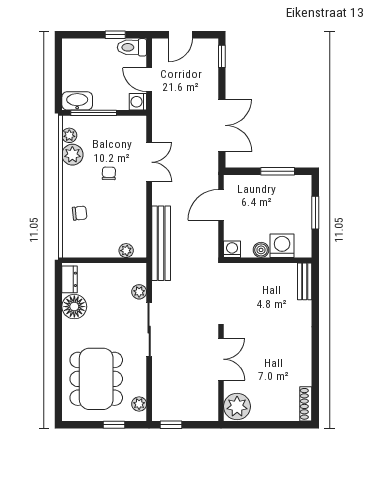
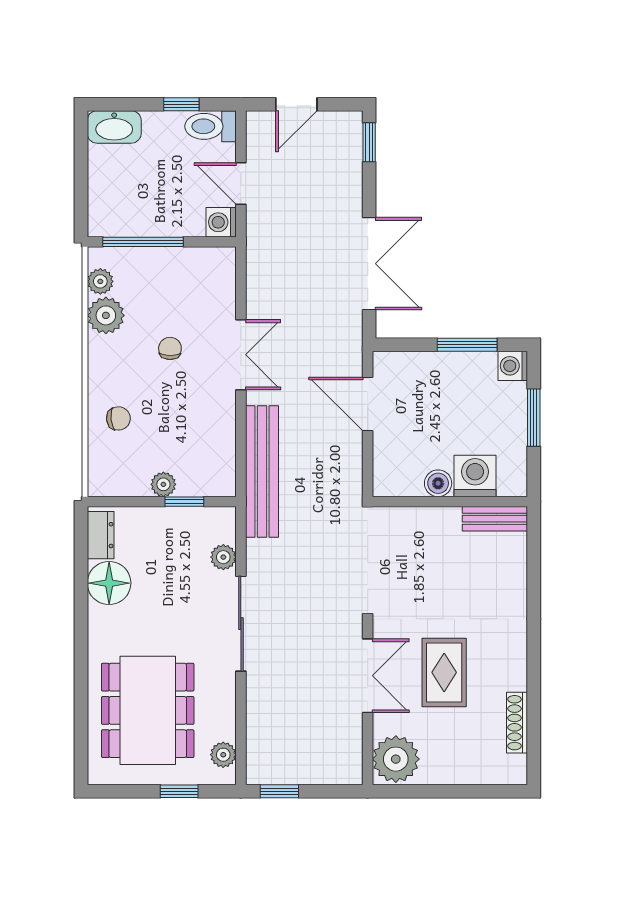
washbasin: (77, 101) -> (114, 127), moved, turned 180
double door: (149, 162) -> (241, 355), moved
door: (221, 205) -> (368, 404), hinge flipped
washing machine: (232, 249) -> (513, 366), moved, turned -90
plant: (126, 251) -> (163, 484), moved
window: (117, 260) -> (184, 502), added
bench: (305, 281) -> (495, 519), moved, turned 90
rug: (264, 357) -> (444, 672), added
shoe rack: (306, 404) -> (517, 723), moved

